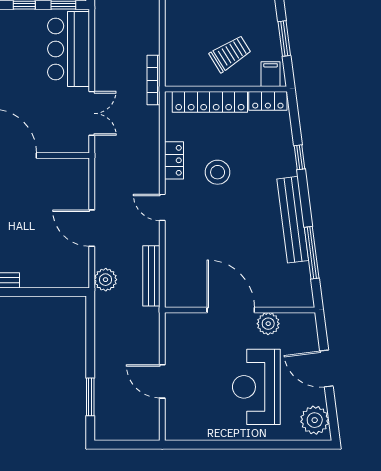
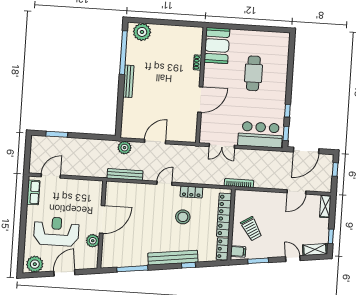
bench: (293, 220) -> (173, 258), moved
door: (162, 381) -> (51, 176), moved
row of seats: (192, 431) -> (33, 192), added

